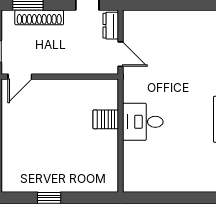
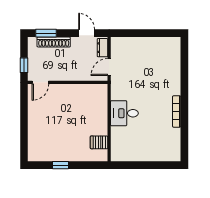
door: (121, 54) -> (109, 67), swing flipped
server rack: (106, 119) -> (99, 142), moved

